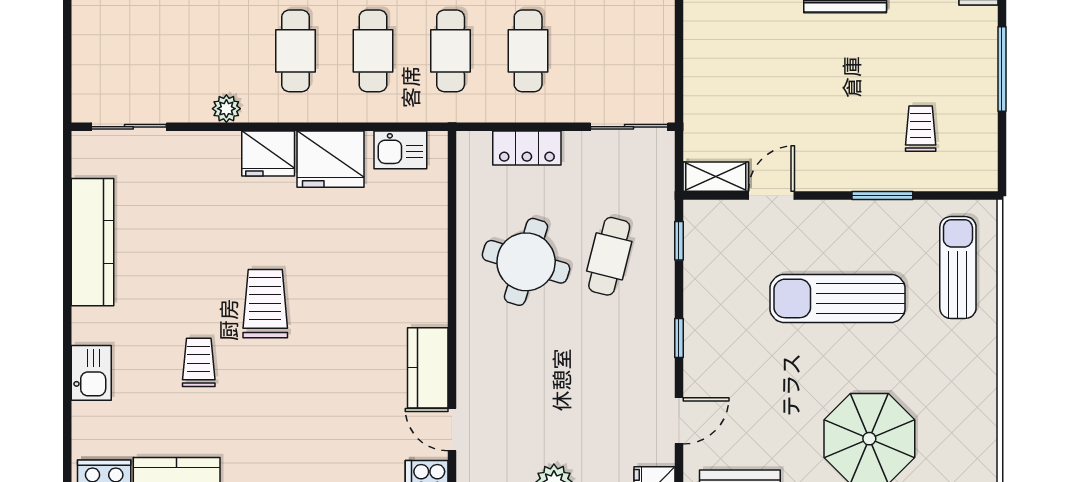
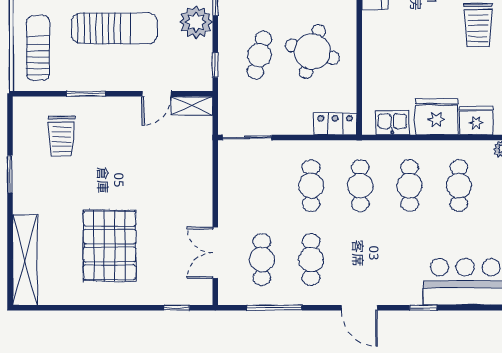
window: (1002, 69) -> (10, 174), width x0.69
trolley: (921, 129) -> (62, 136), width x1.36, depth x1.39
locker: (527, 148) -> (335, 124), moved
sun lounger: (958, 268) -> (38, 48), turned 180
plant: (709, 308) -> (196, 22), added

